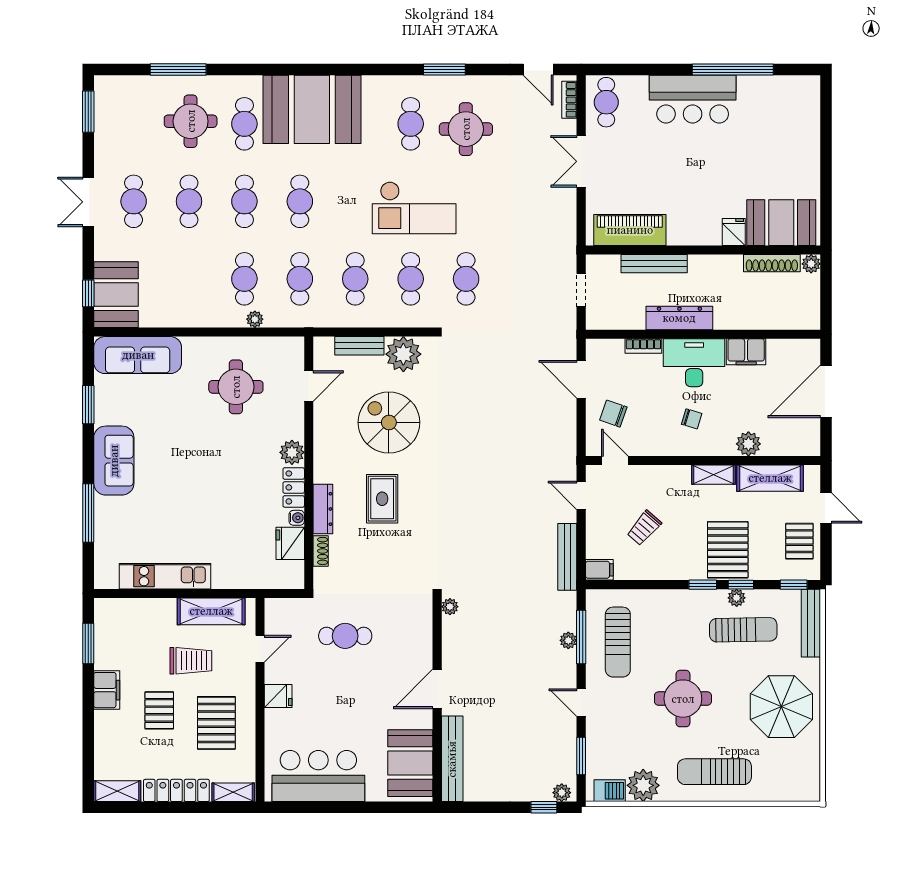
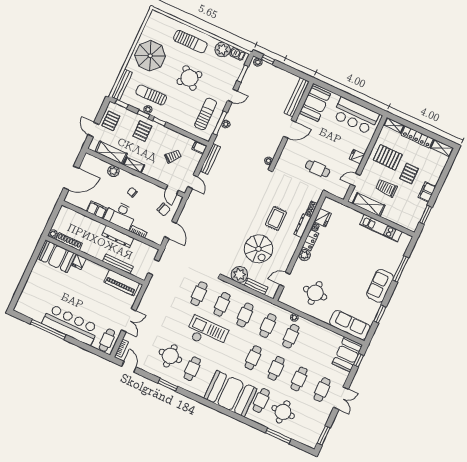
bar counter: (693, 99) -> (71, 325), width x1.36
pallet: (728, 550) -> (142, 131), width x0.67, depth x0.71
round table: (683, 699) -> (189, 78), turned 45
door: (581, 703) -> (232, 96), hinge flipped
pallet: (216, 723) -> (388, 157), turned 90

